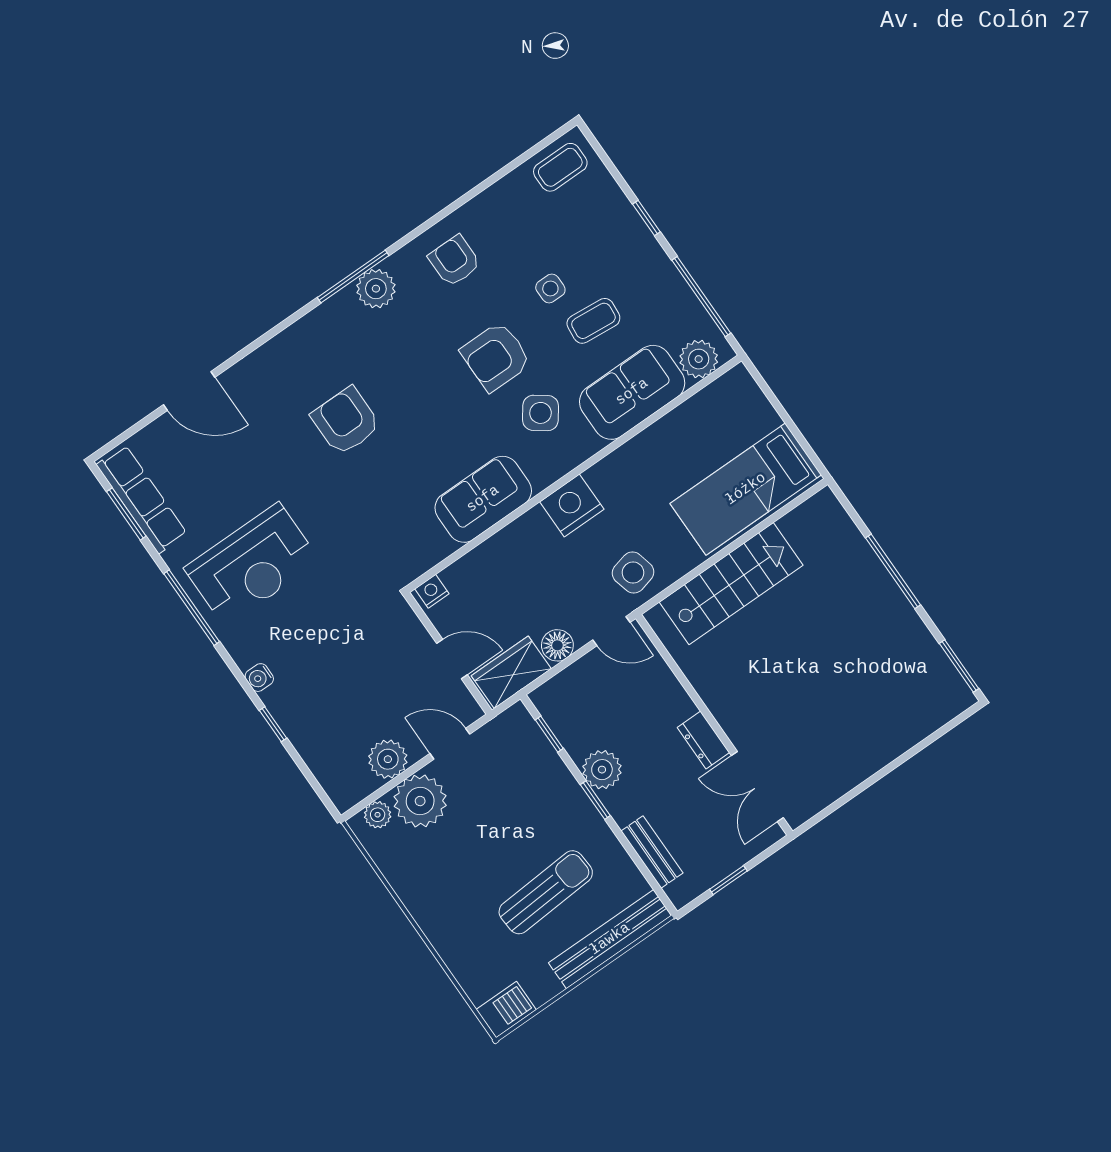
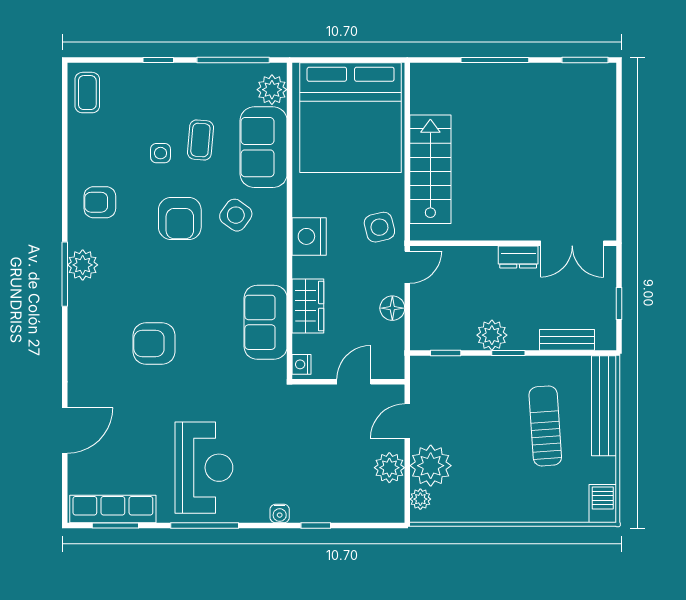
bed: (746, 489) -> (351, 118), width x2.04
sofa: (483, 499) -> (266, 322), moved
wardrobe: (511, 672) -> (308, 306), moved, turned 180

